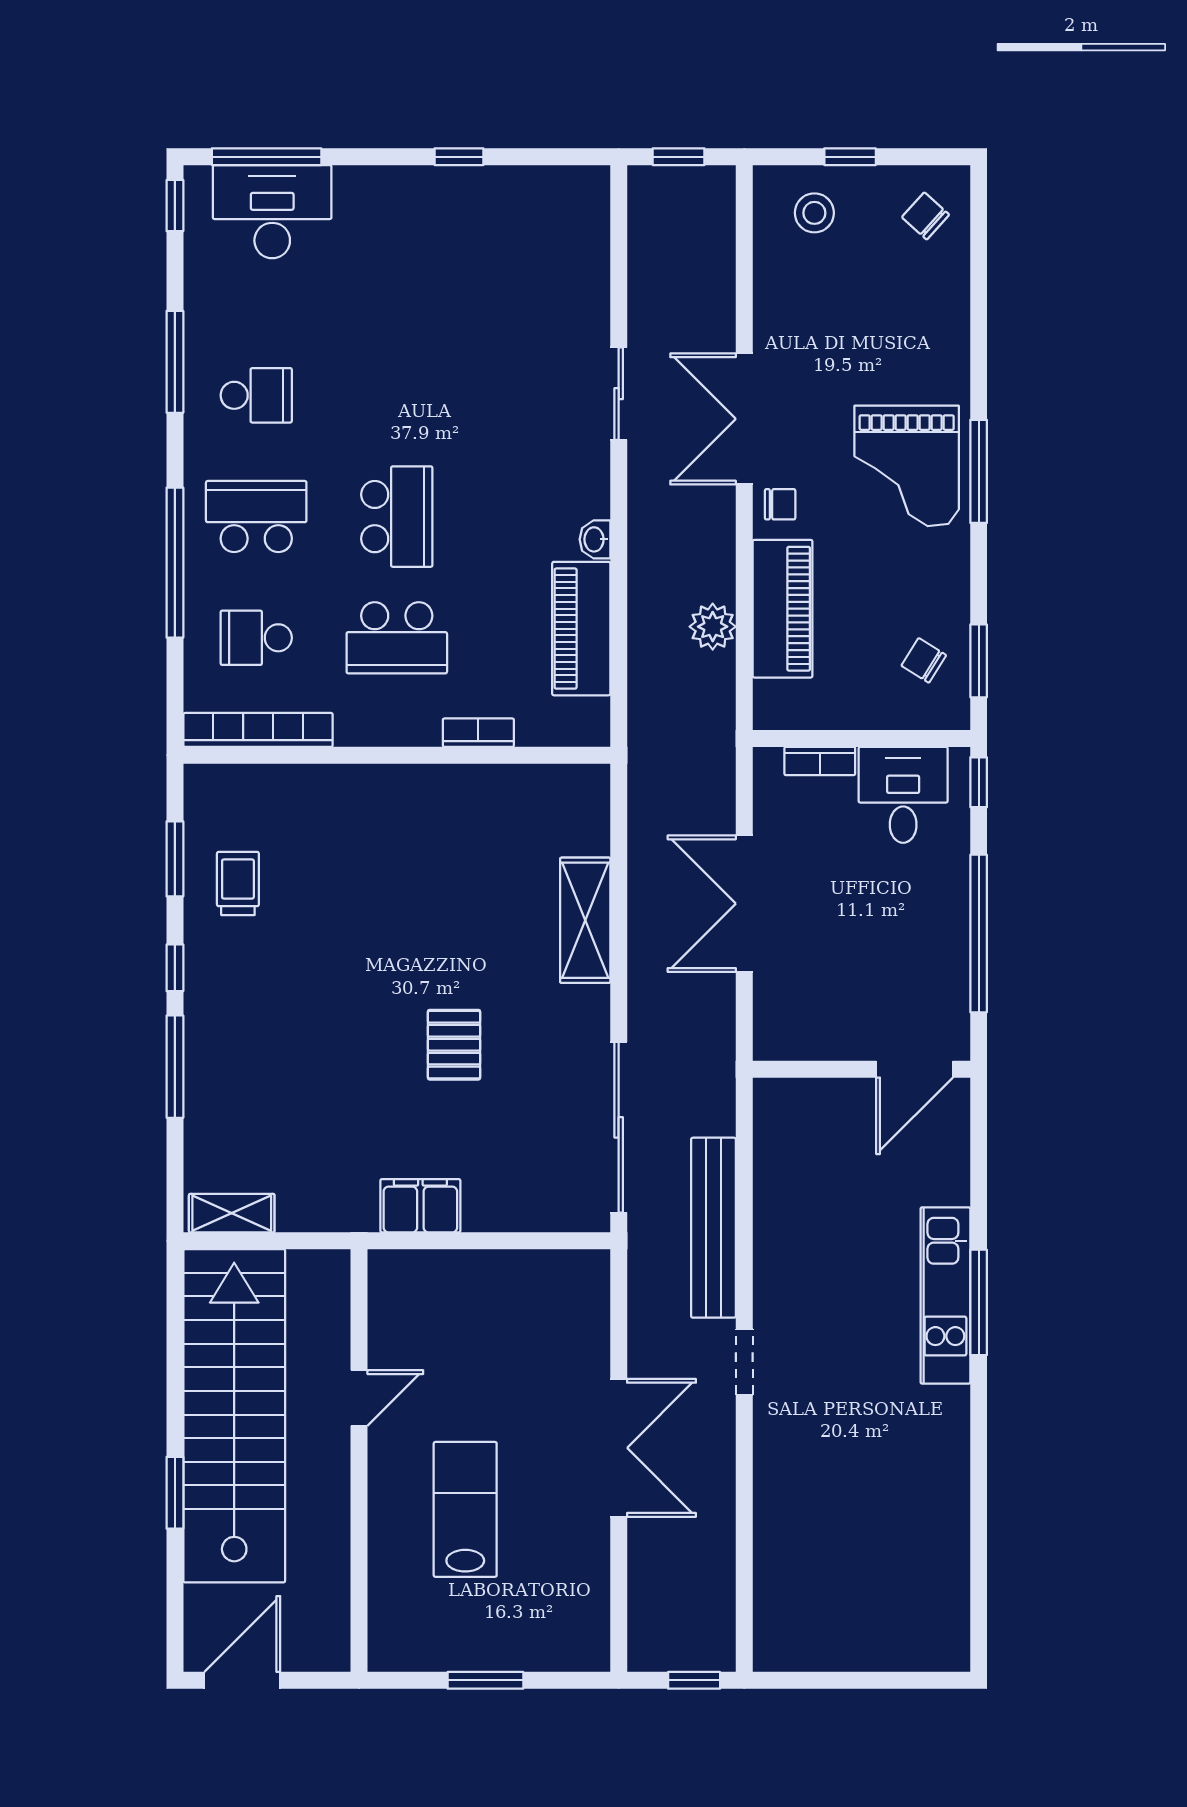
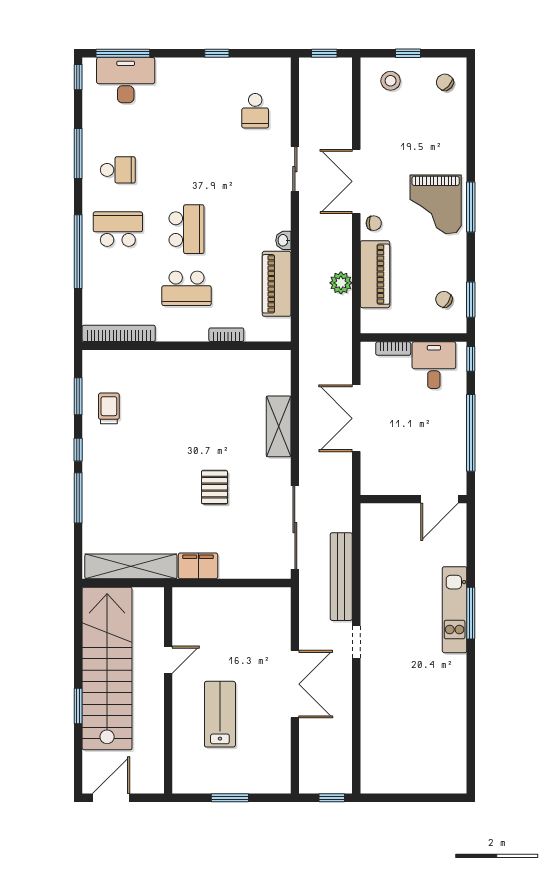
school desk: (256, 638) -> (255, 111), moved, turned -90
shelving: (232, 1213) -> (131, 566), width x2.20, depth x1.33

